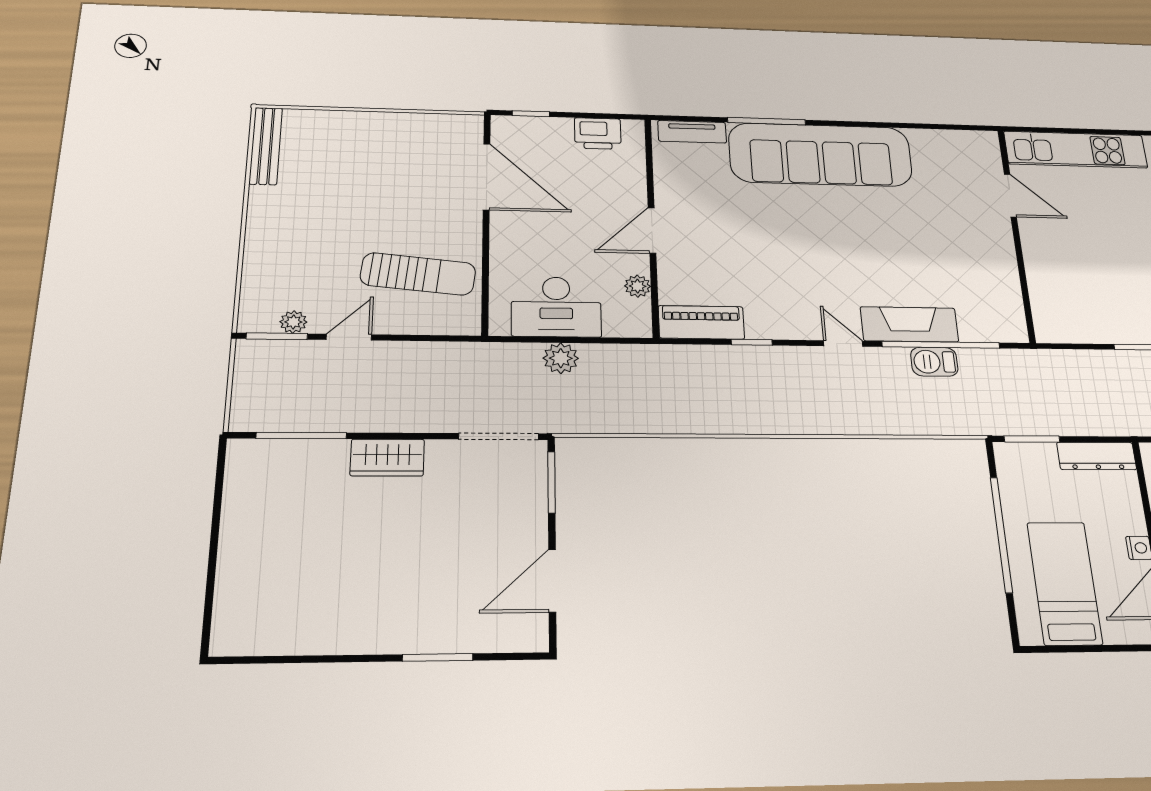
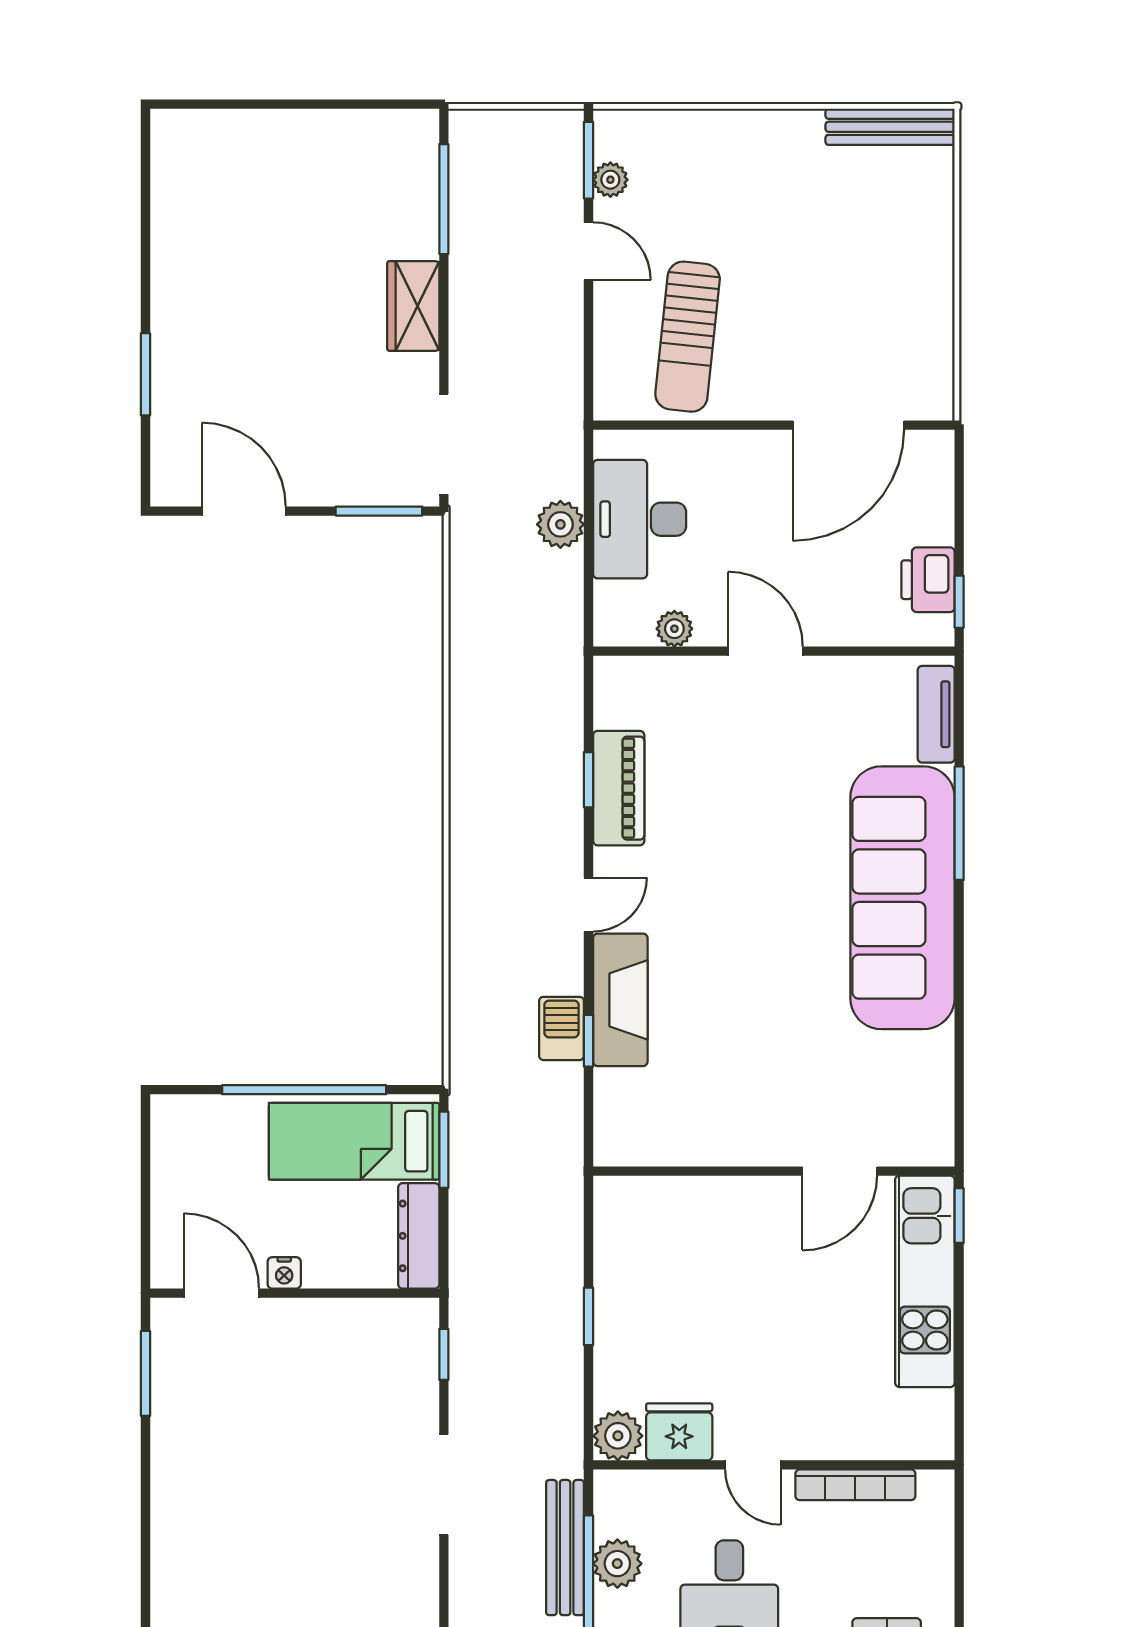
window: (531, 114) -> (959, 602), moved
window: (1029, 129) -> (959, 1216), added
piano: (701, 322) -> (619, 788), moved
window: (941, 345) -> (589, 1041), width x0.32
bed: (1064, 583) -> (354, 1141), moved, turned 180

